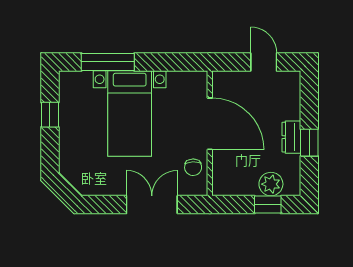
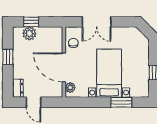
window: (108, 62) -> (121, 102), width x0.69
plant: (199, 88) -> (70, 88), added
dresser: (291, 137) -> (18, 88), moved

